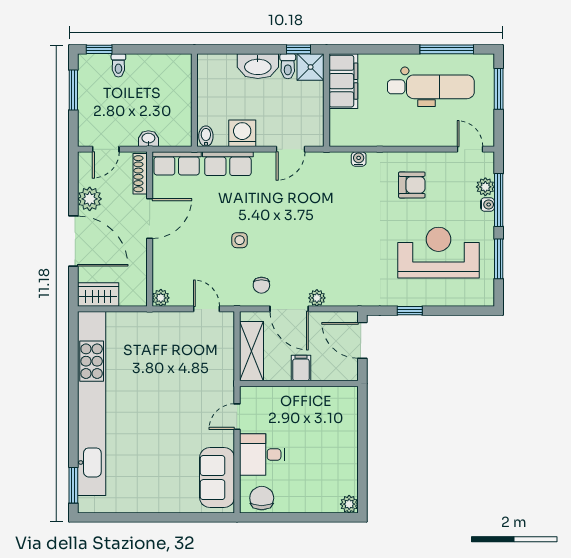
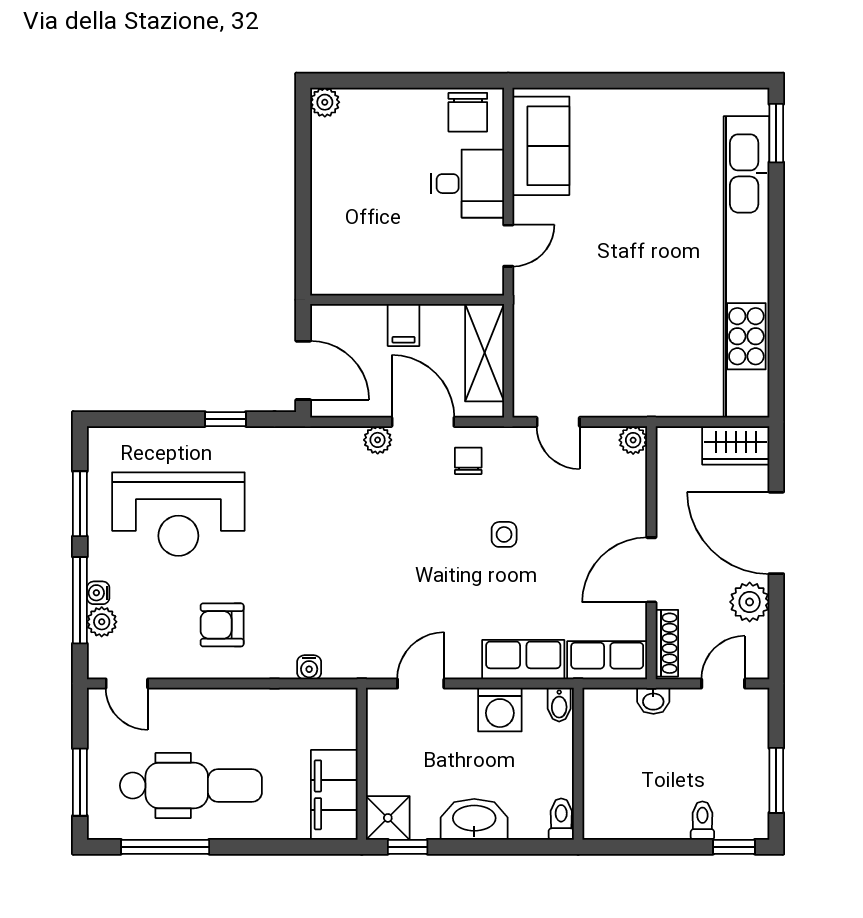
toilet: (288, 66) -> (561, 819), moved
dental chair: (431, 87) -> (191, 785), turned 180

